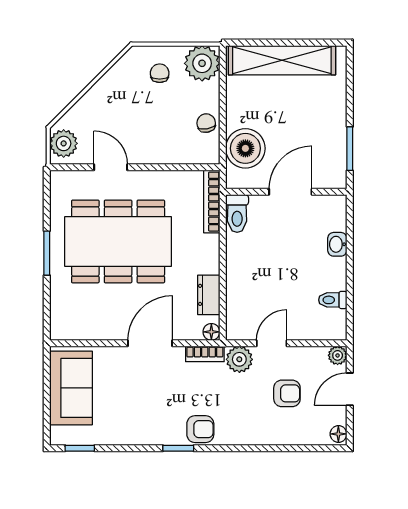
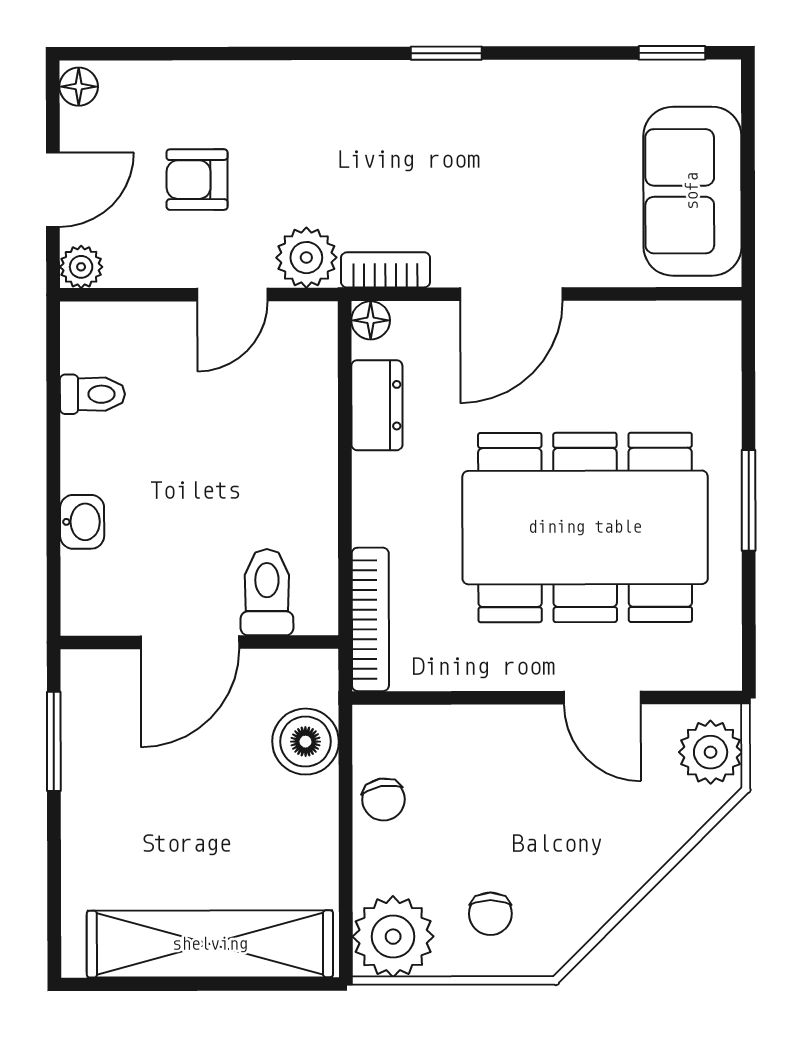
boiler: (245, 148) -> (305, 742), width x0.73, depth x0.73
toilet: (237, 213) -> (267, 592), moved
armchair: (200, 429) -> (396, 97), removed

